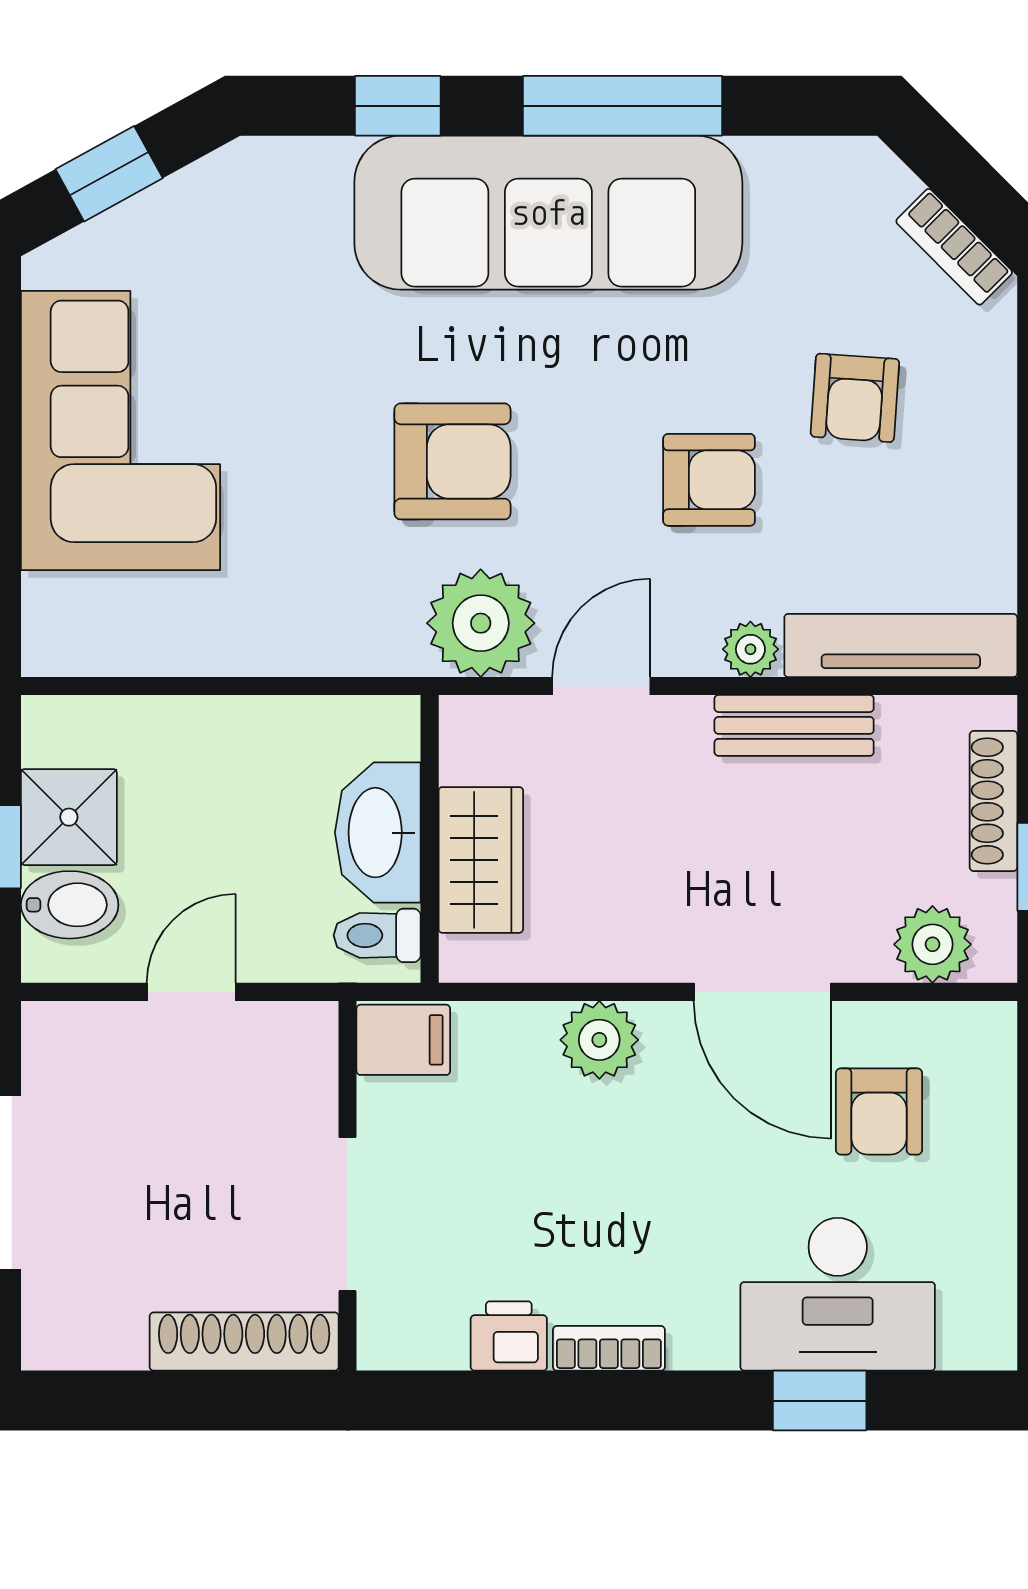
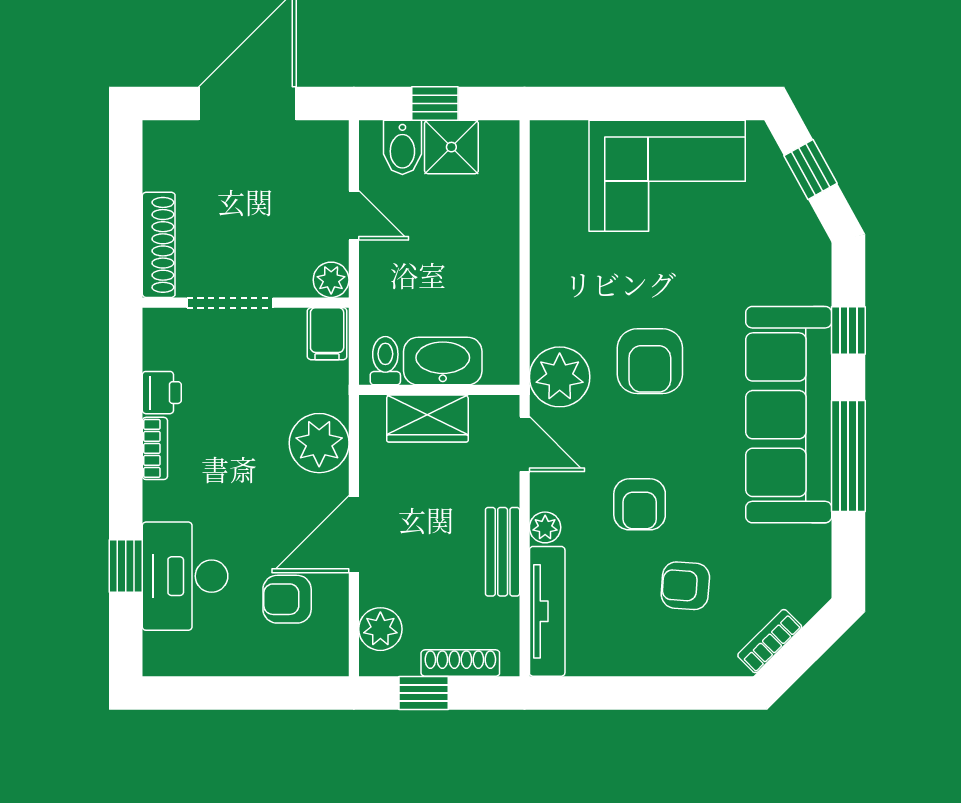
washbasin: (378, 833) -> (443, 361), moved
wall: (430, 839) -> (439, 390), moved
wardrobe: (481, 860) -> (427, 419), moved
toilet: (377, 935) -> (385, 361), moved
plant: (307, 1033) -> (331, 280), added
plant: (599, 1040) -> (319, 443), width x1.36, depth x1.36

